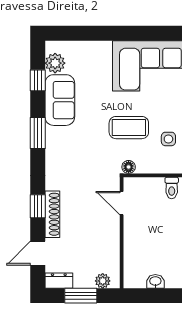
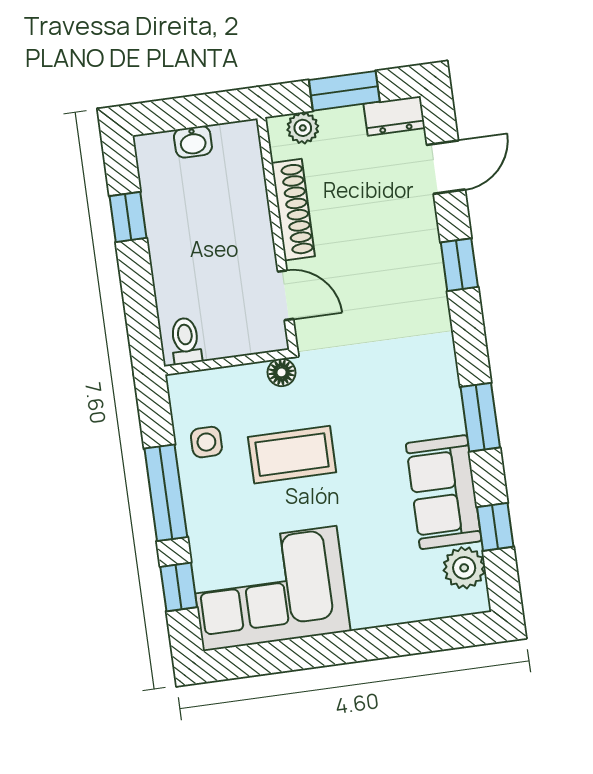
shoe rack: (52, 214) -> (293, 210), moved, turned 180

